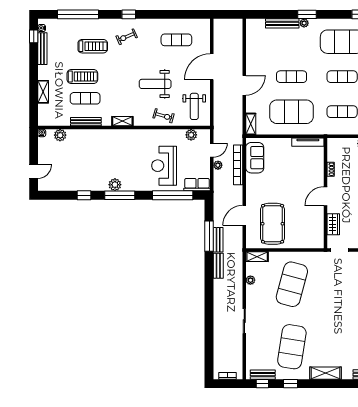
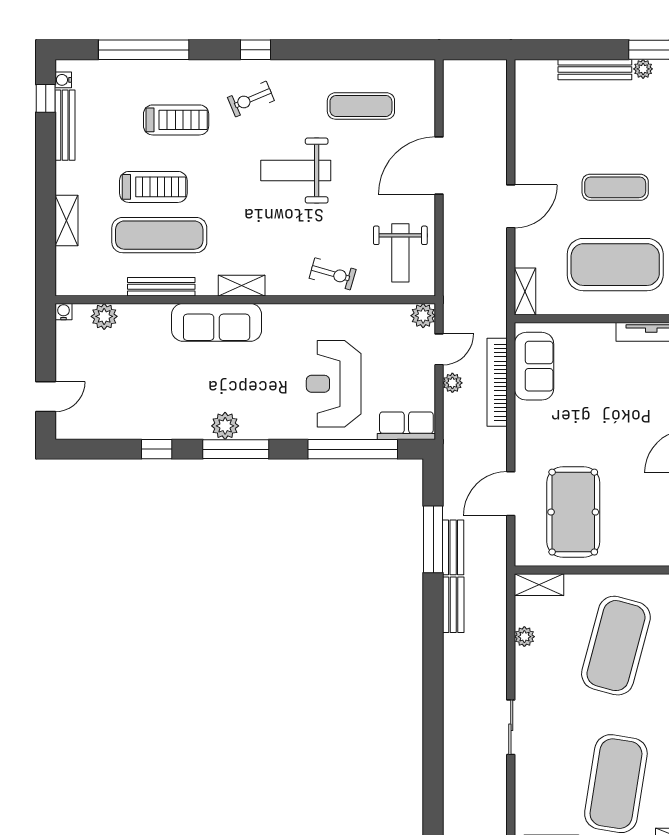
weight bench: (155, 84) -> (296, 171), moved
exercise mat: (85, 98) -> (159, 235), width x1.36, depth x1.45
plant: (191, 135) -> (423, 316), moved
sofa: (111, 138) -> (217, 322), added

